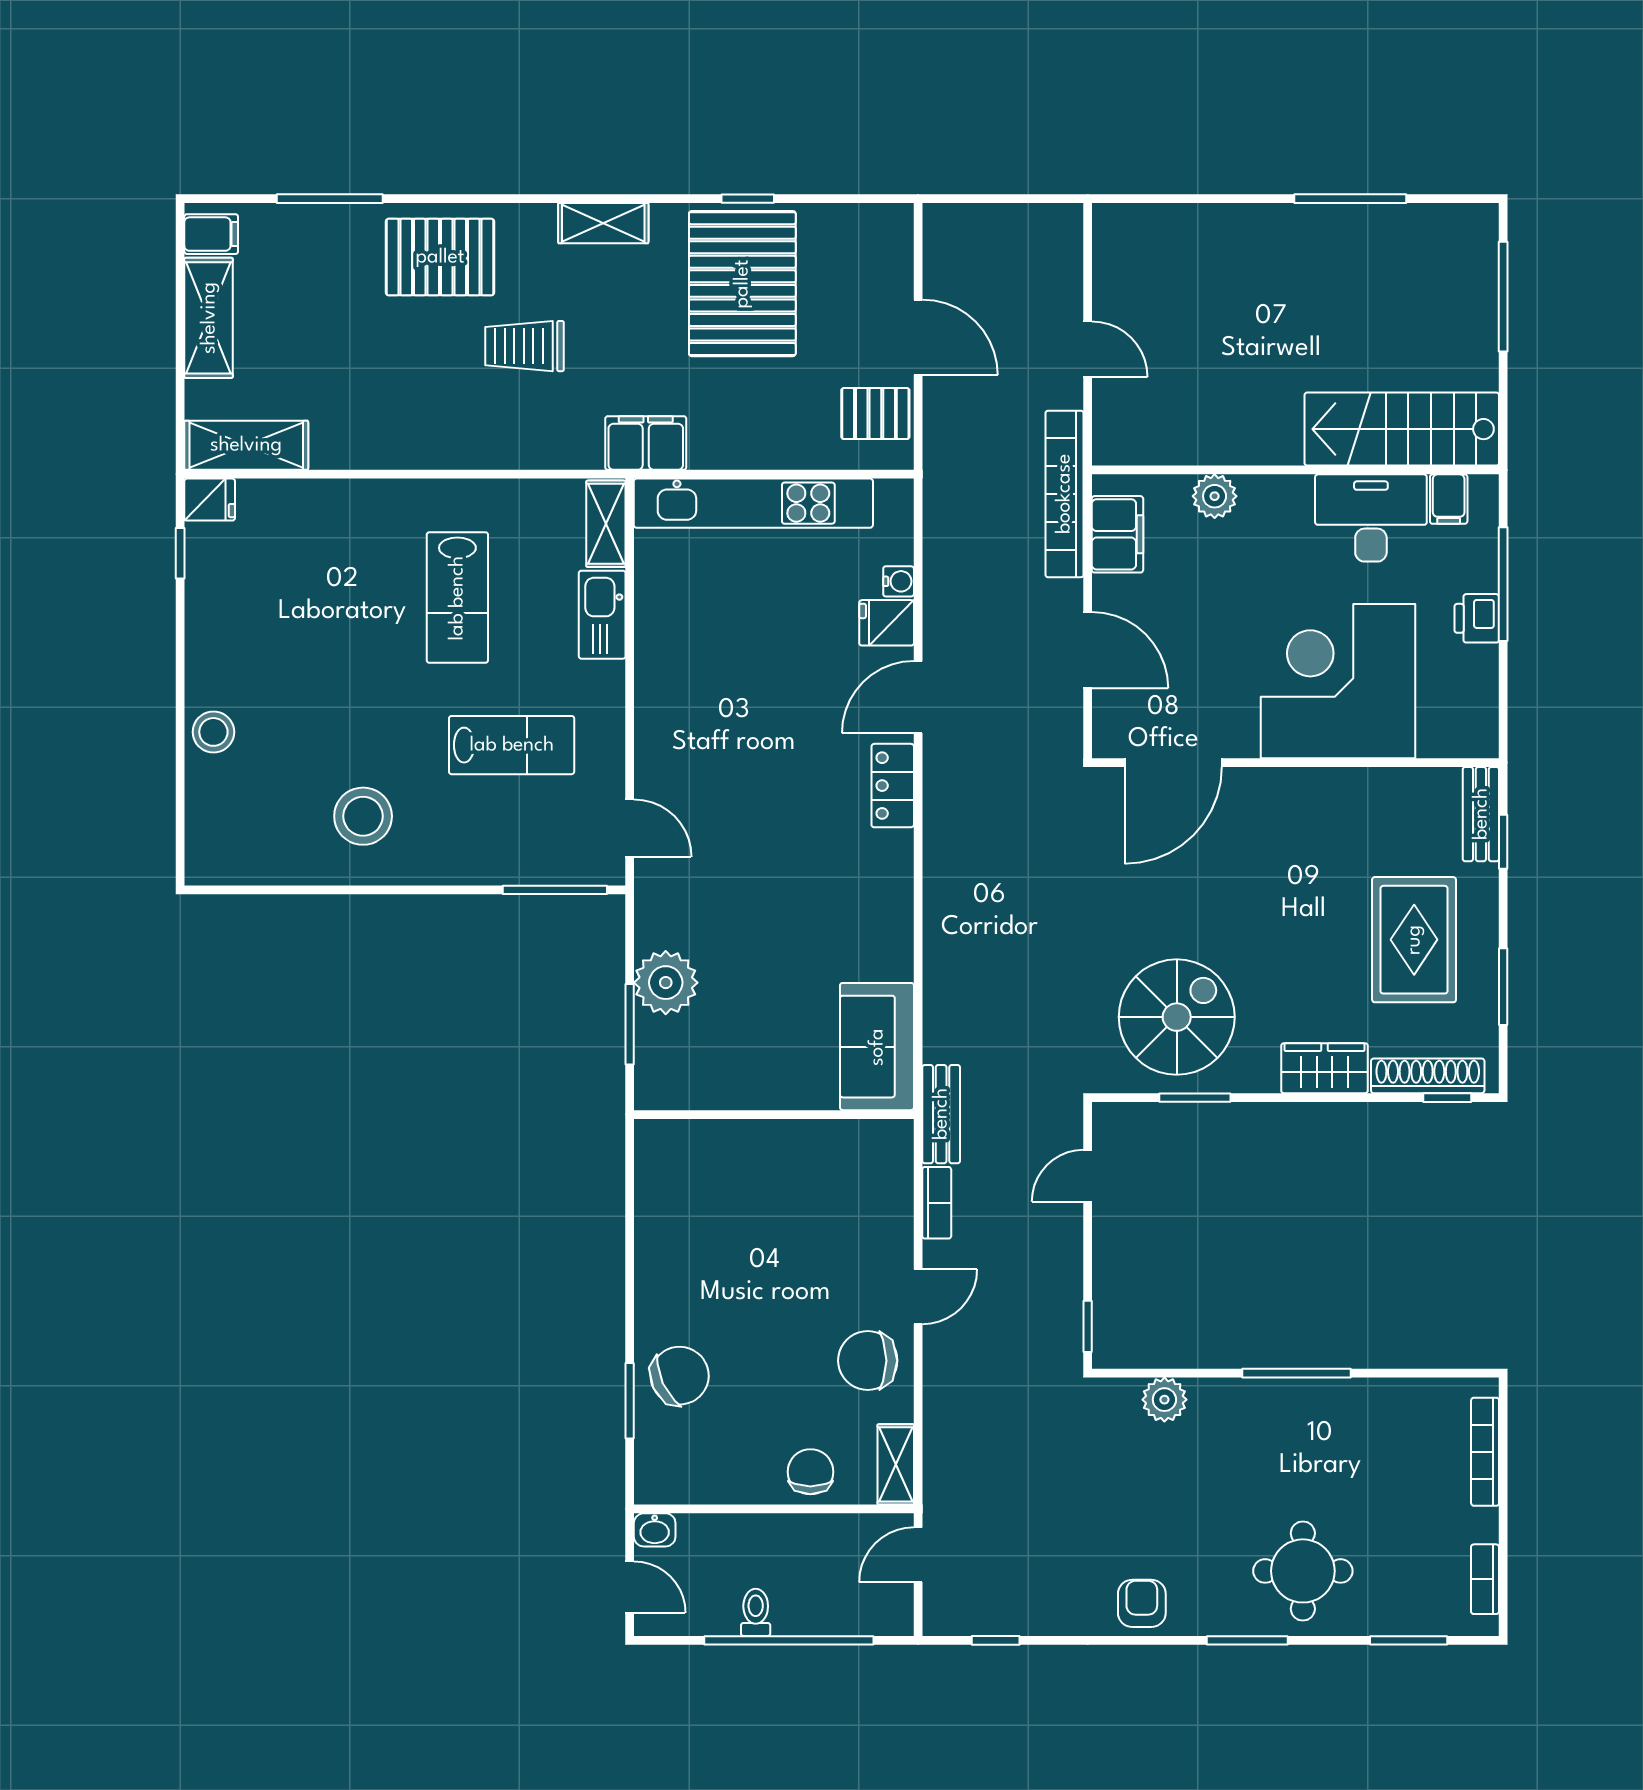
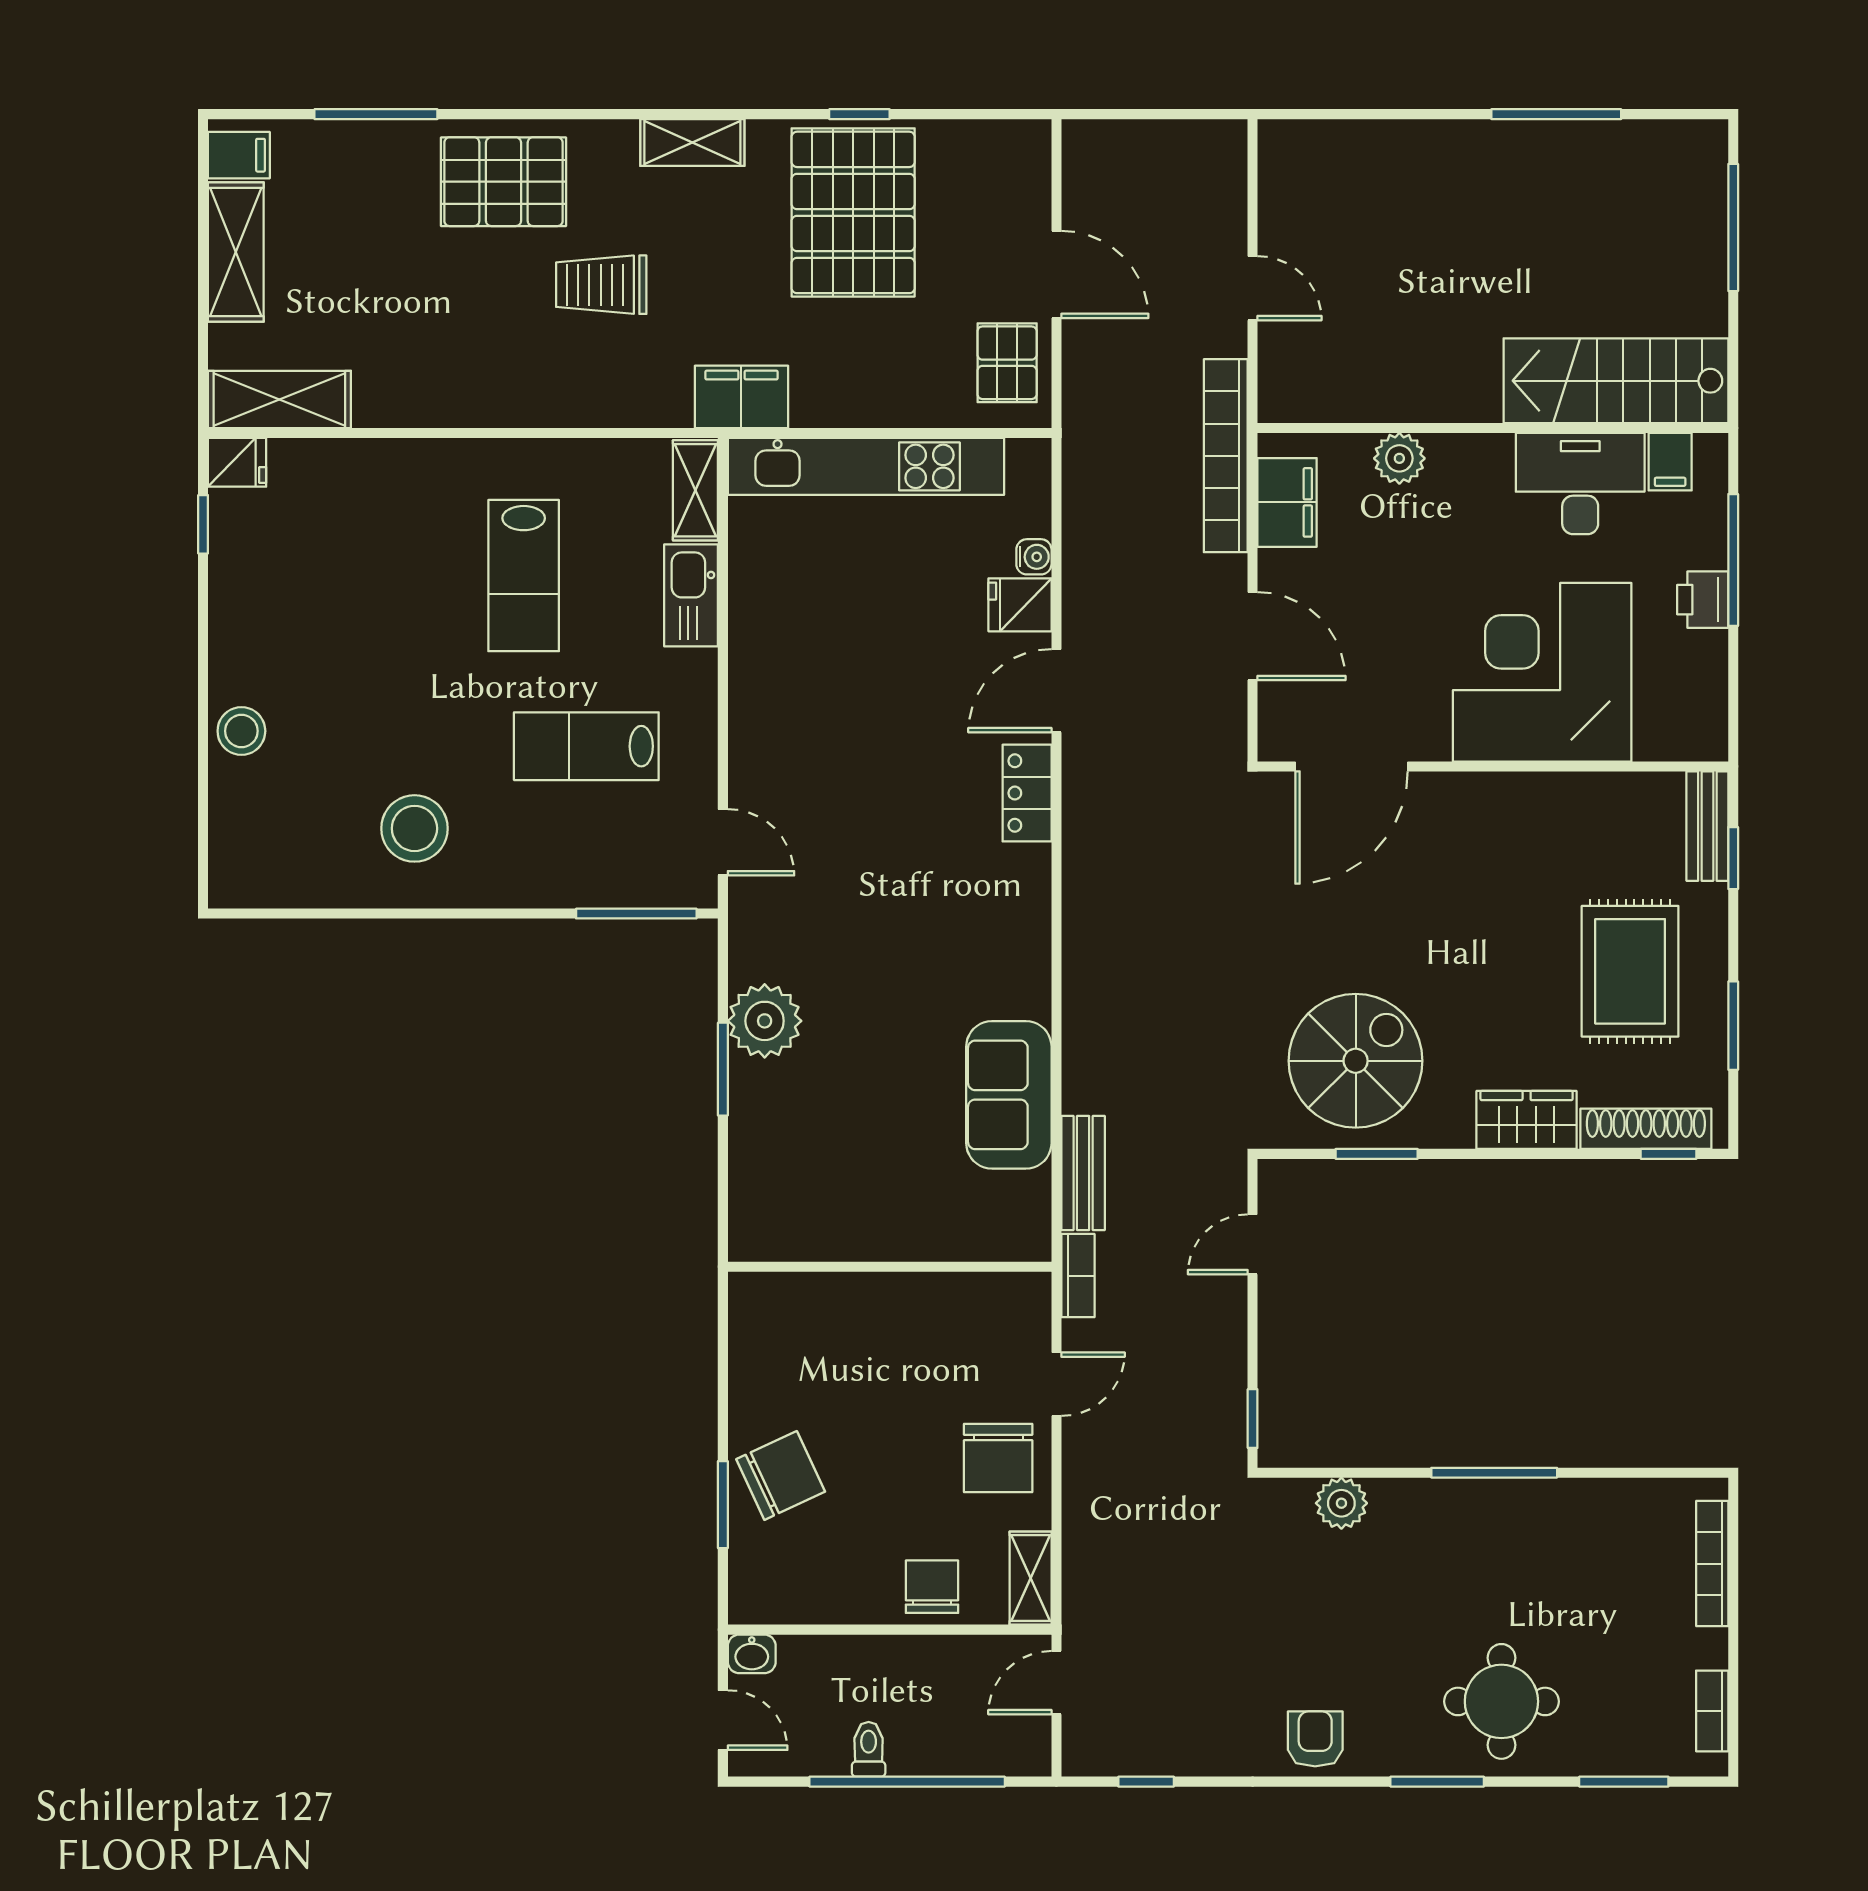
pallet: (875, 414) -> (1007, 363), turned 90
lab bench: (512, 745) -> (586, 746), turned 180
wall: (774, 1115) -> (890, 1267), moved
chair: (868, 1361) -> (998, 1458), turned -90

